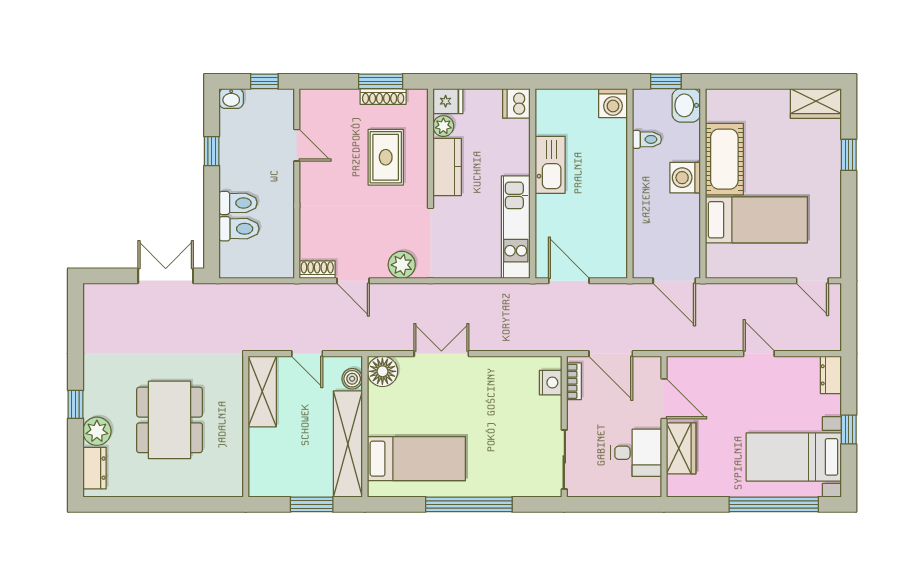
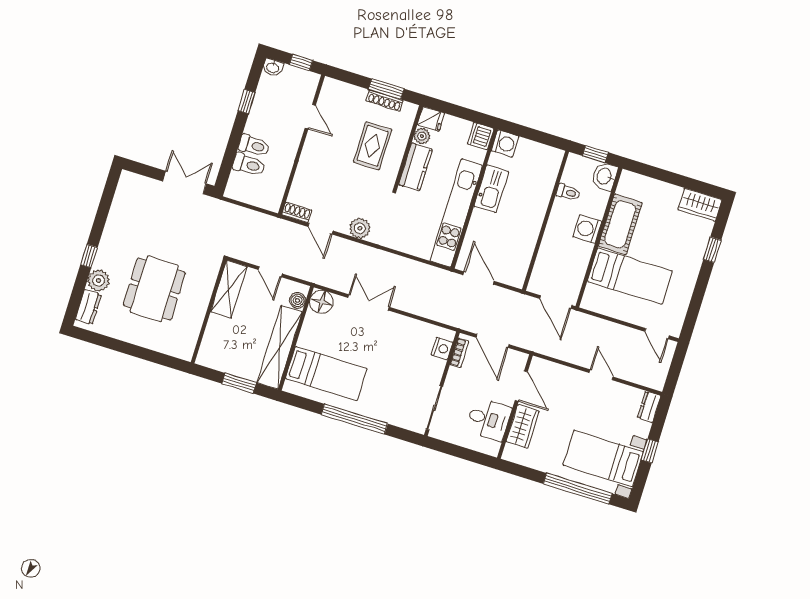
washing machine: (613, 103) -> (505, 144), moved, turned -90
kitchen unit: (516, 227) -> (456, 213), width x1.36

